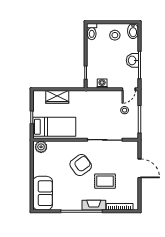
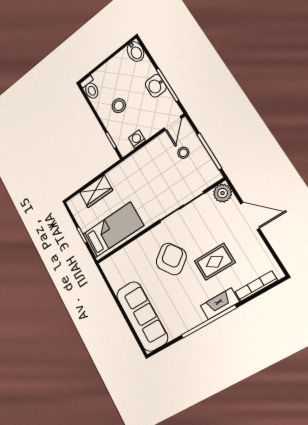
stool: (115, 35) -> (119, 106), moved
plant: (41, 147) -> (223, 193), moved
sofa: (43, 193) -> (142, 316), width x1.36

